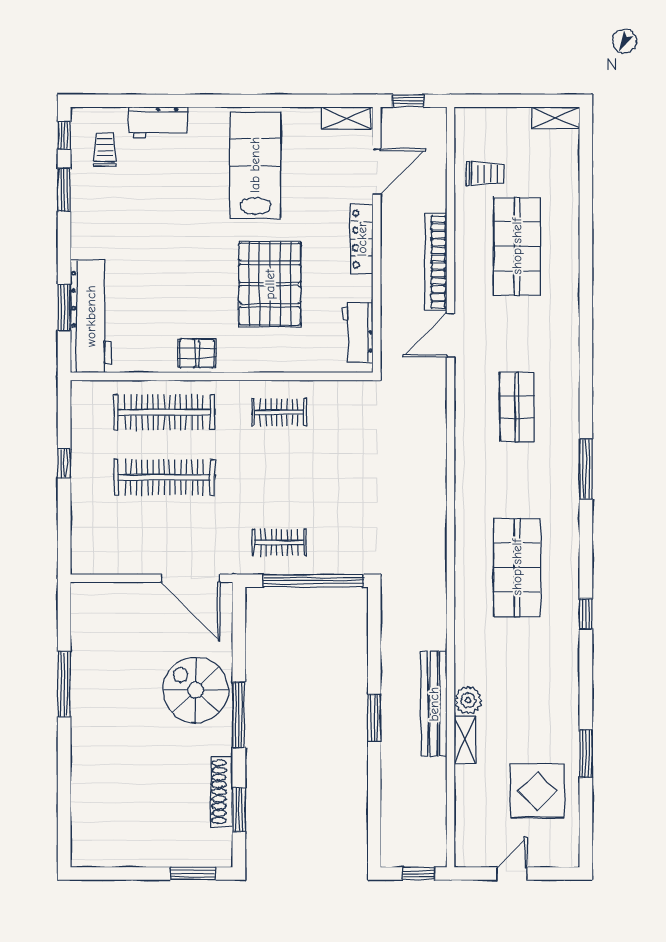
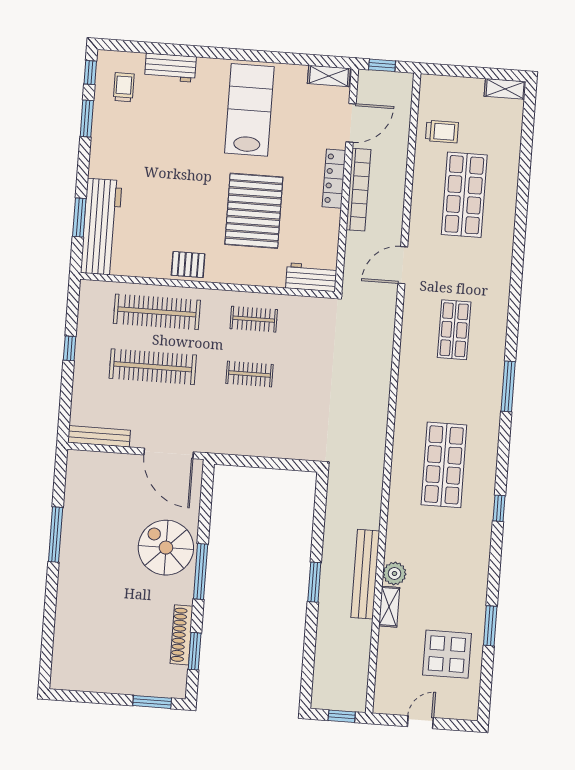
bookcase: (436, 262) -> (358, 190), moved, turned 180
workbench: (358, 333) -> (311, 277), moved, turned 90
clothes rail: (279, 542) -> (250, 374), moved
bench: (107, 564) -> (99, 436), added
window: (313, 581) -> (272, 463), removed

